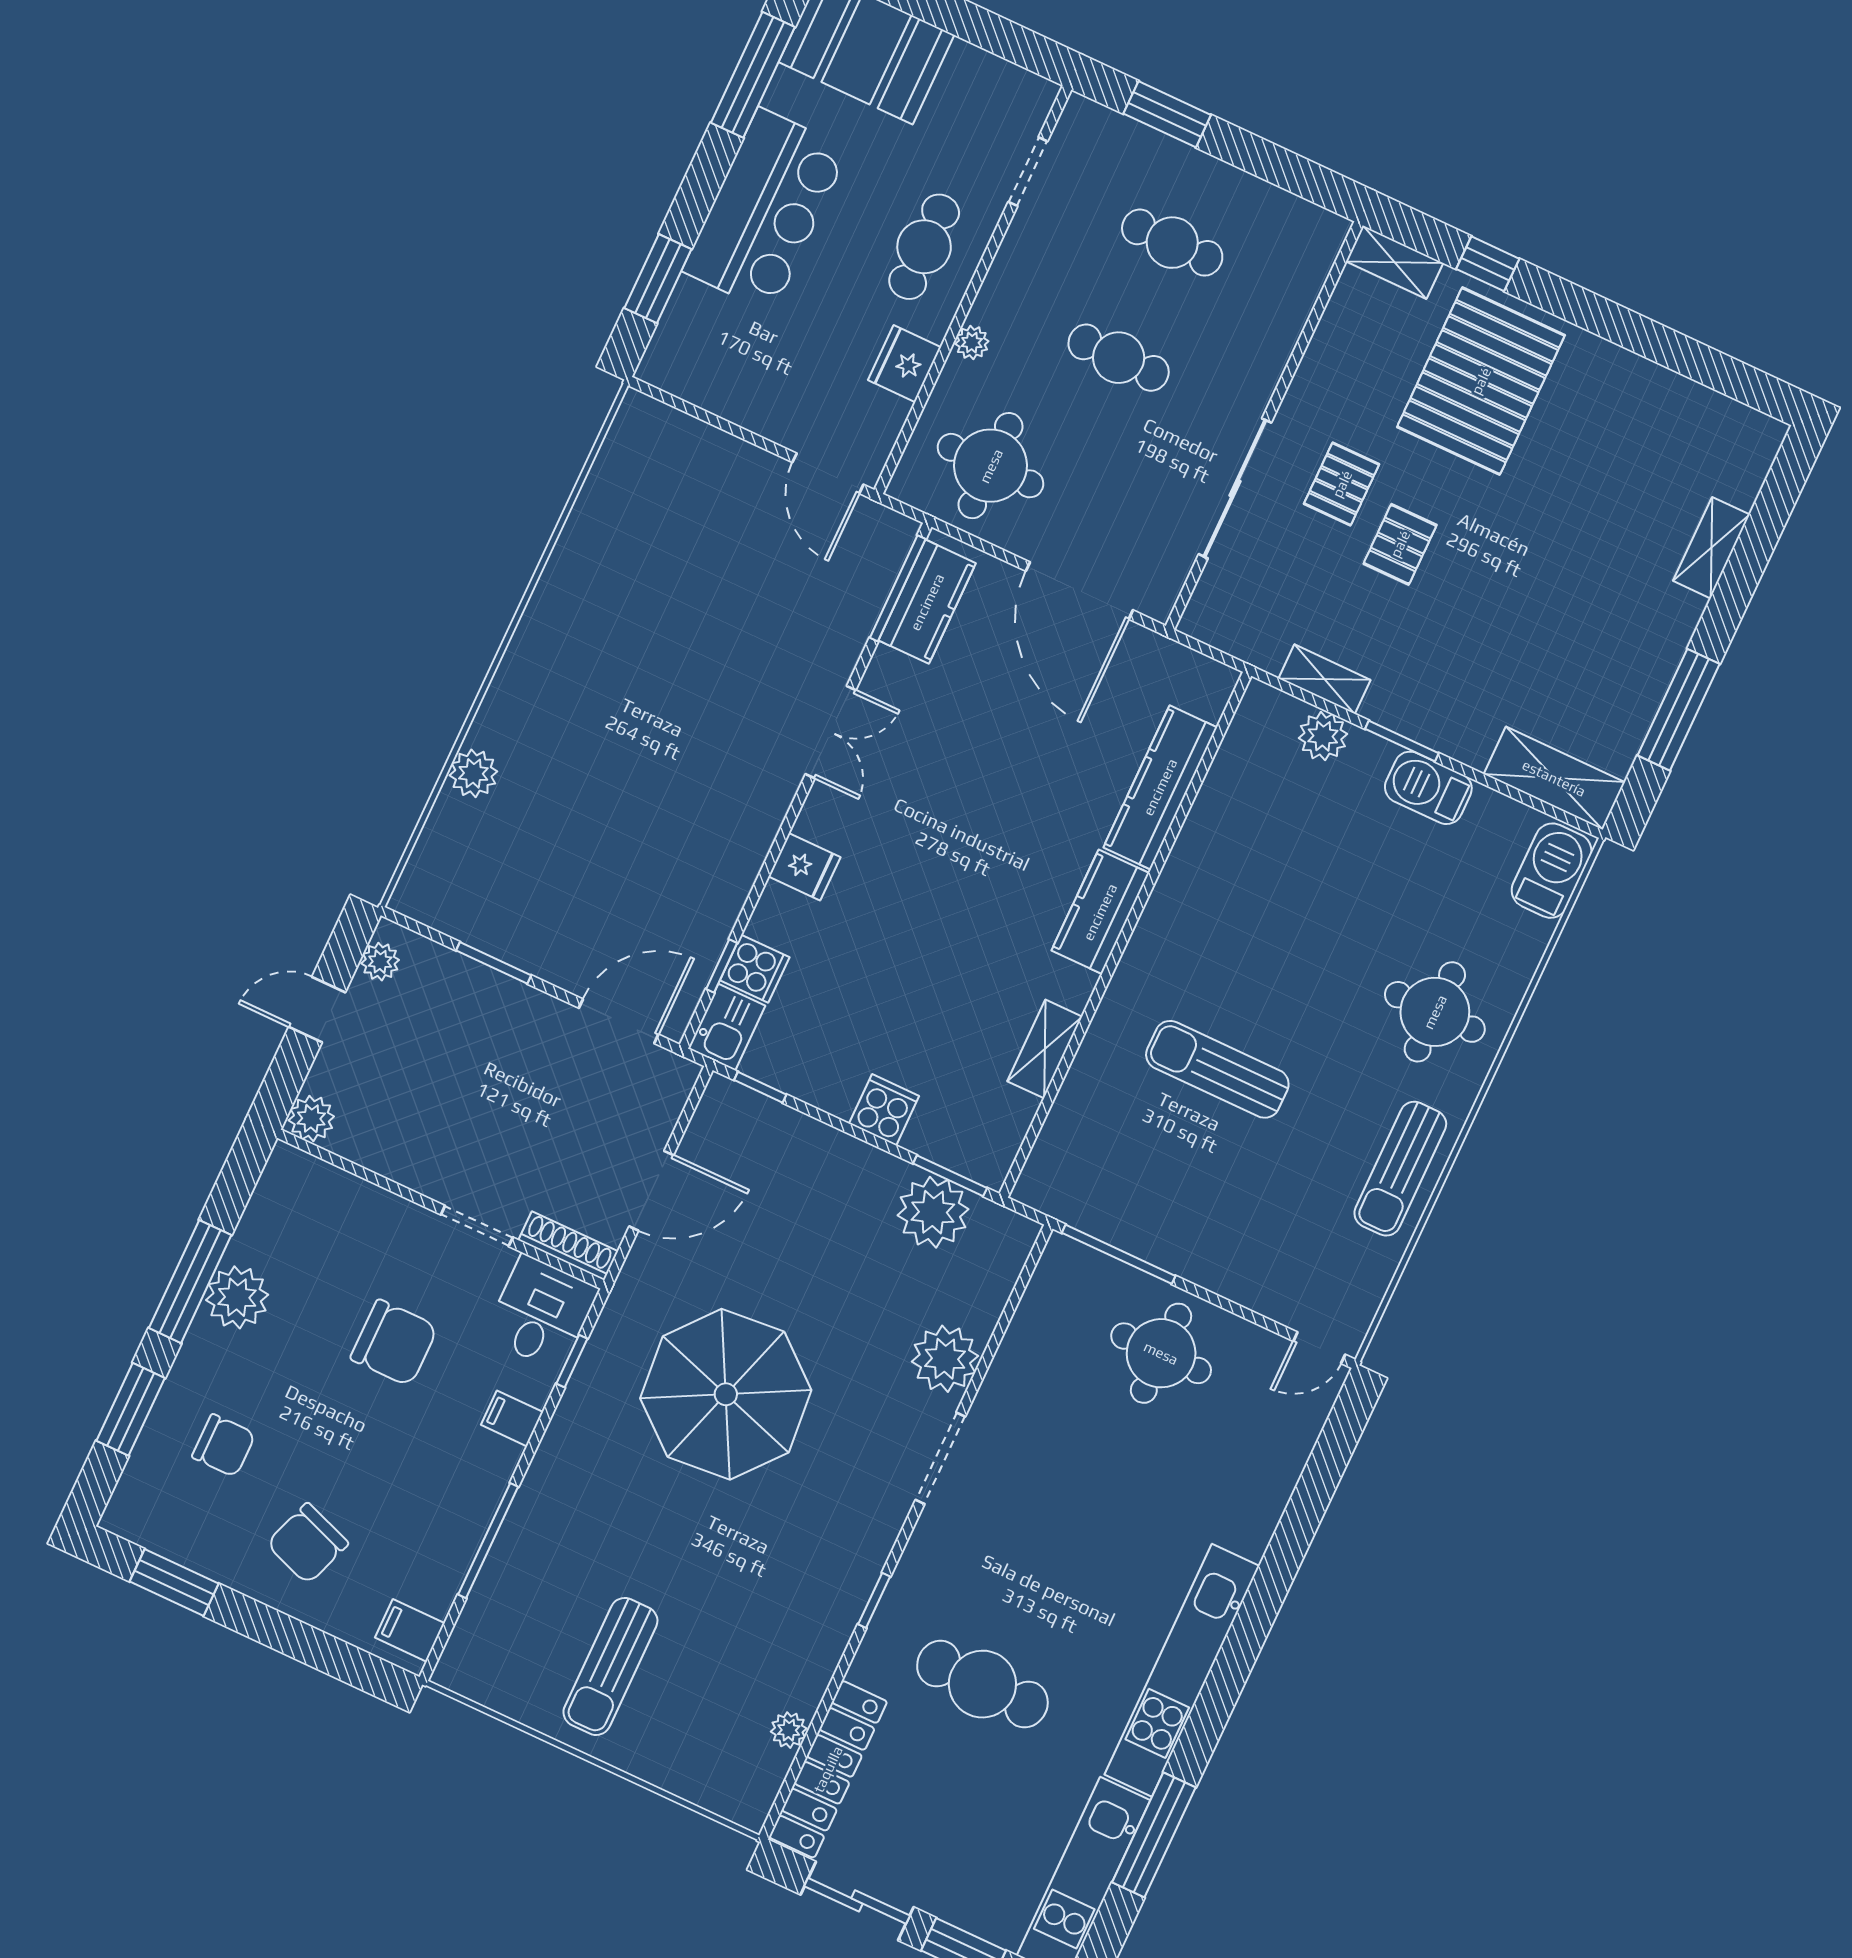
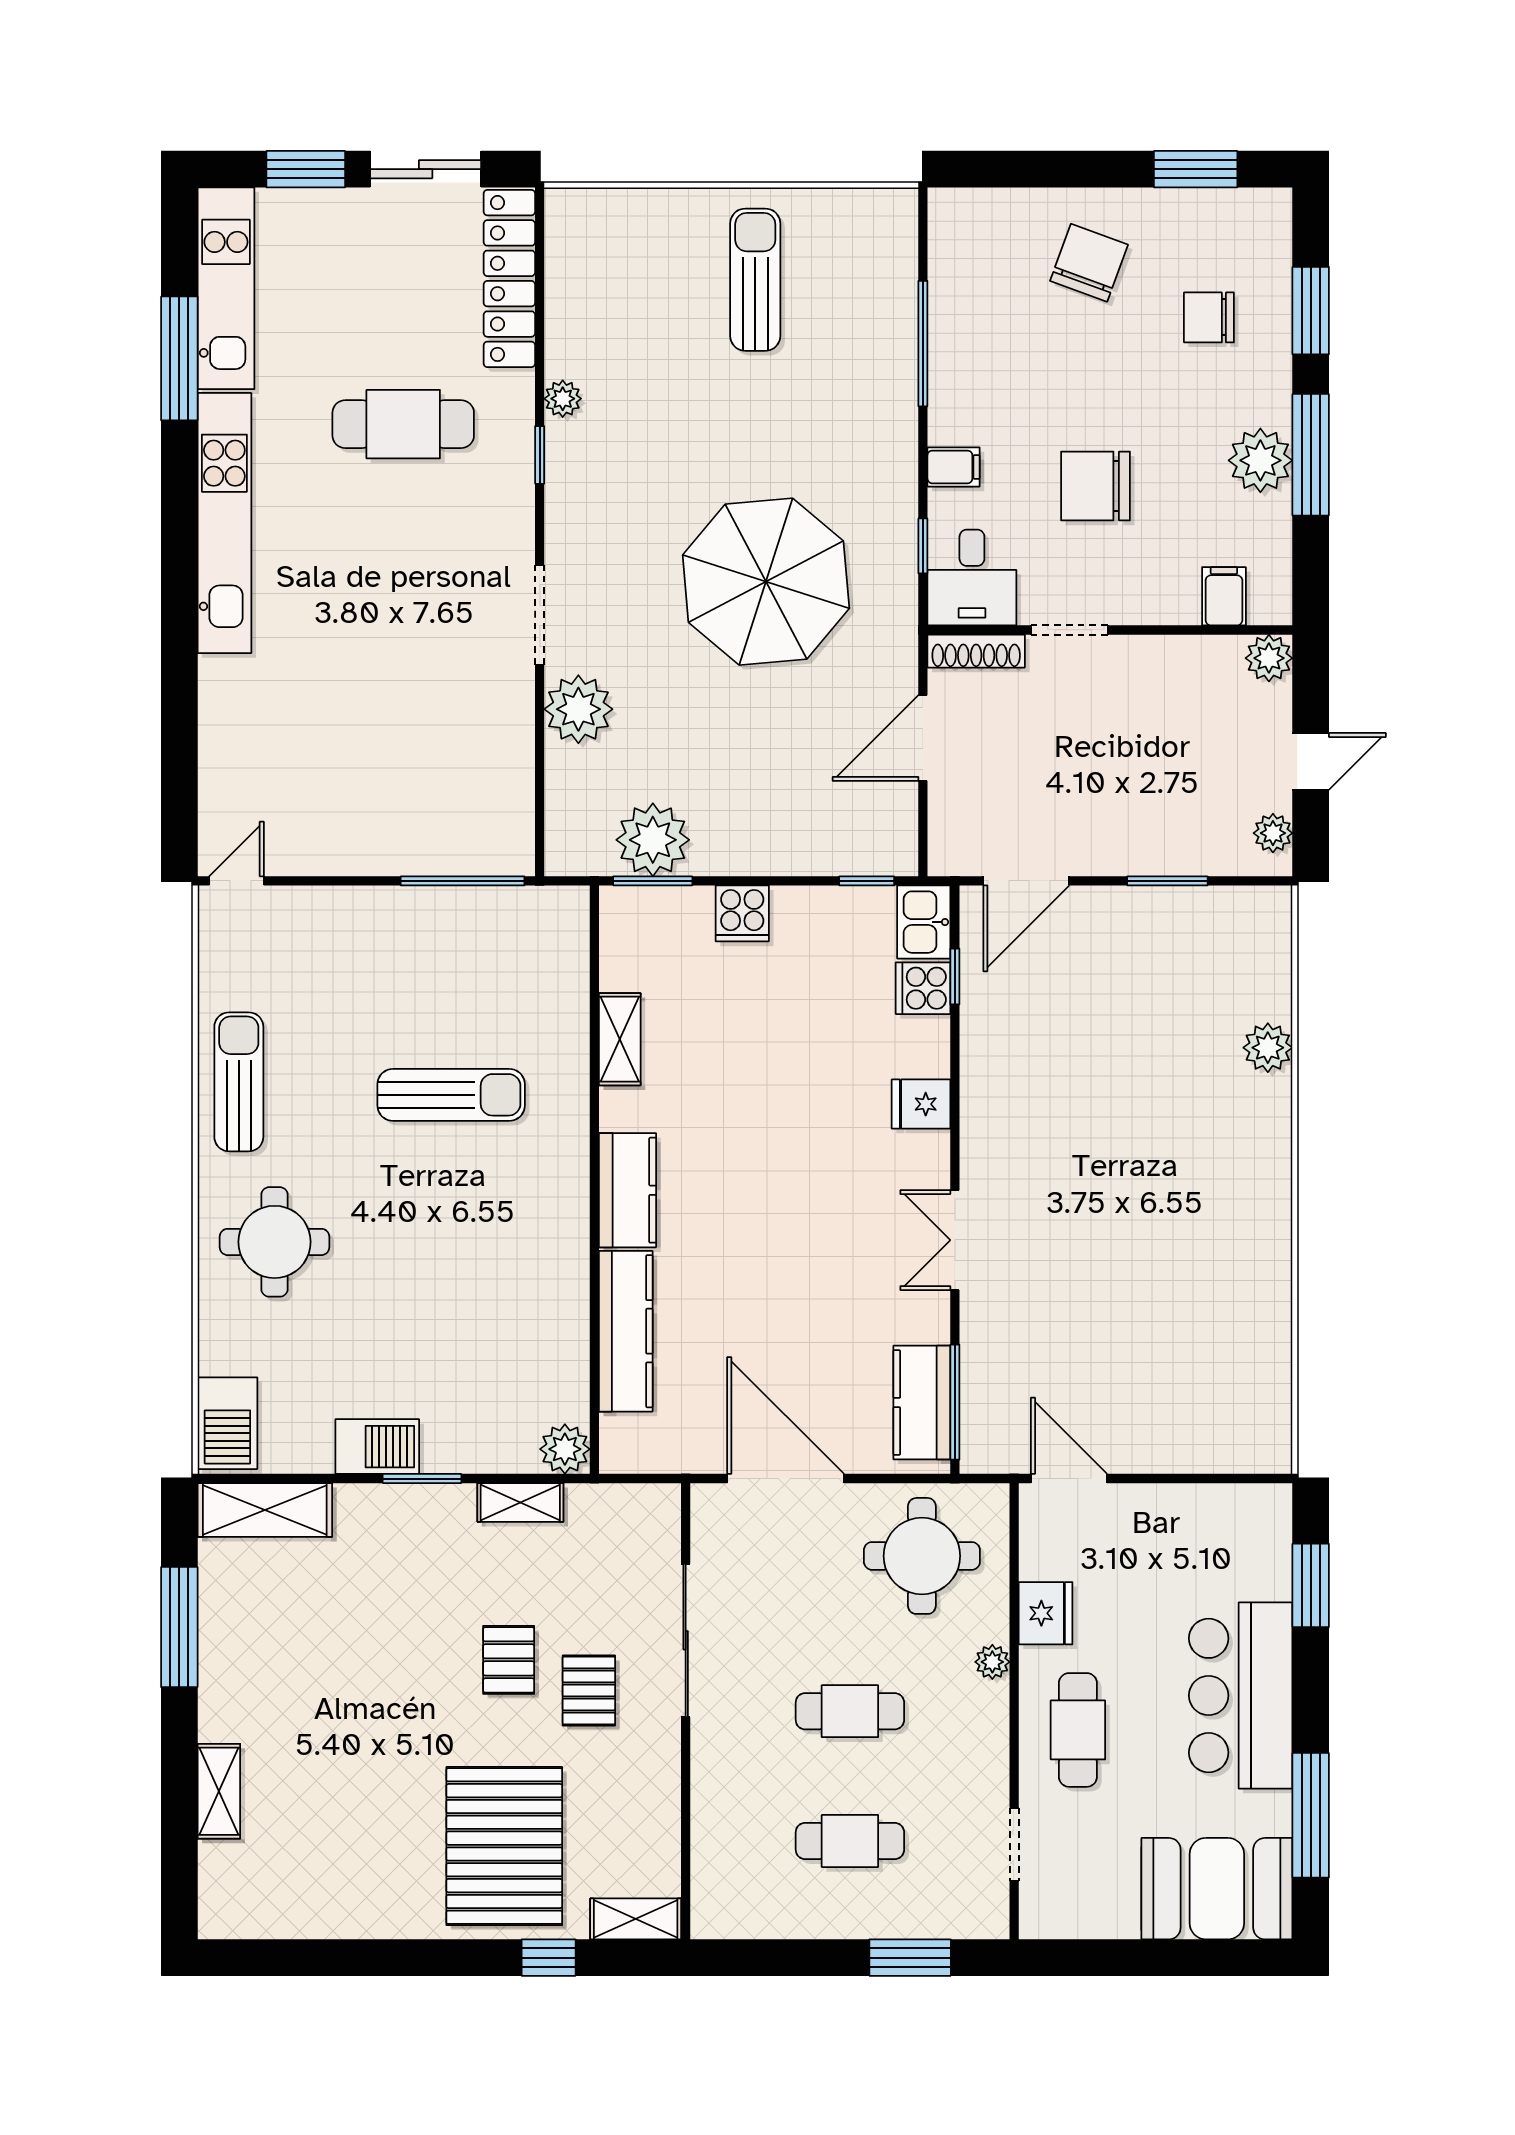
plant: (1323, 736) -> (565, 1449), moved
round table: (1161, 1353) -> (381, 808), removed
filing cabinet: (410, 1630) -> (1224, 596), moved, turned -90
plant: (789, 1730) -> (563, 399), moved

